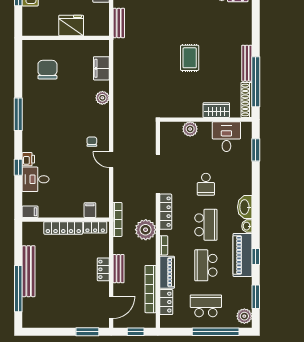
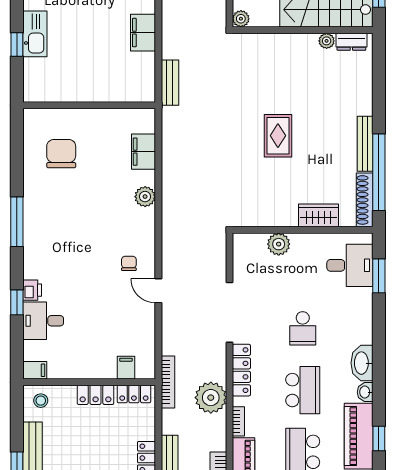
fridge: (71, 26) -> (97, 86), removed
desk: (226, 137) -> (350, 265), moved, turned 90
locker: (63, 228) -> (96, 395), width x0.66
stool: (34, 232) -> (41, 401), added

